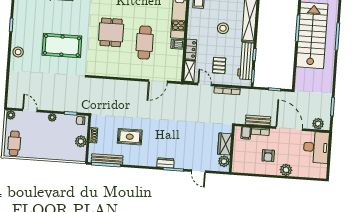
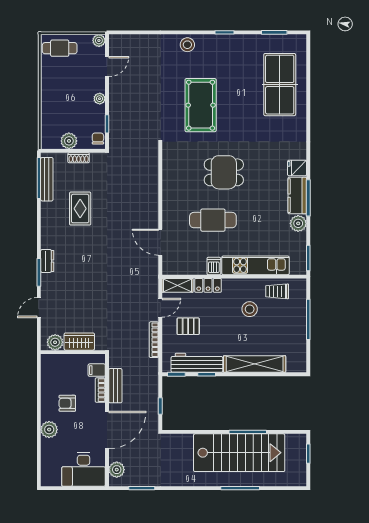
stool: (223, 28) -> (250, 309), moved

